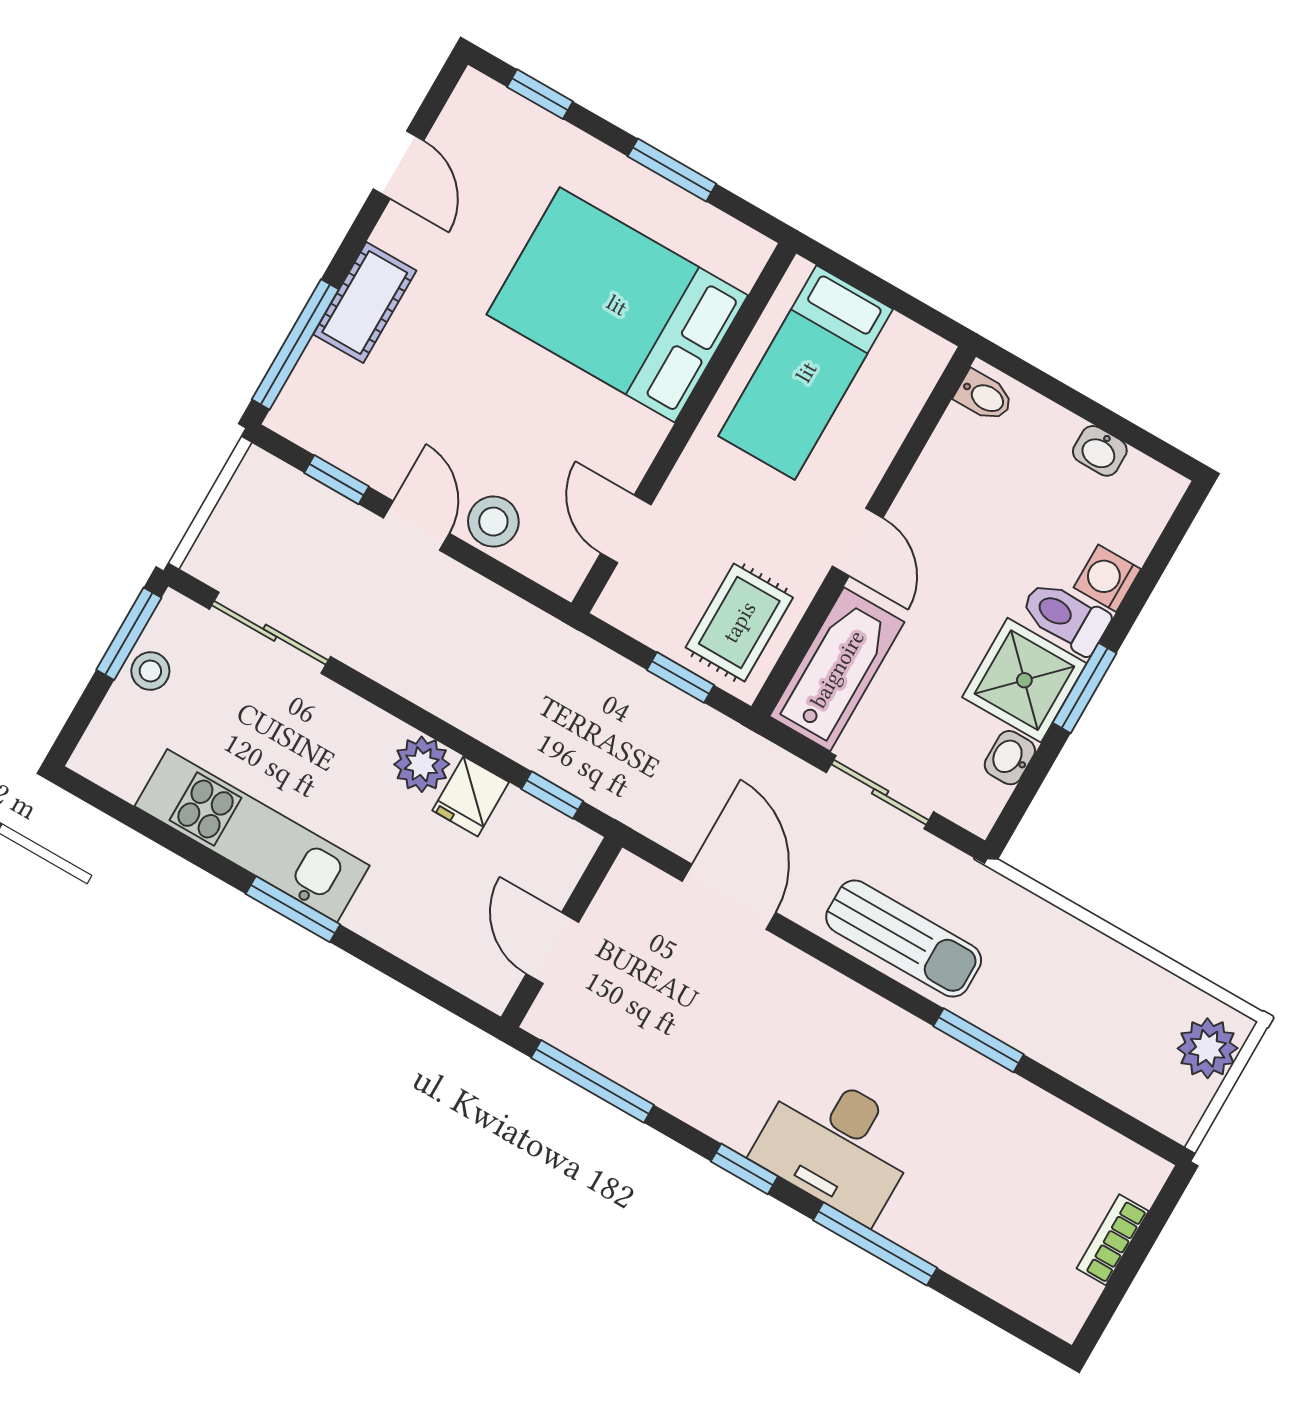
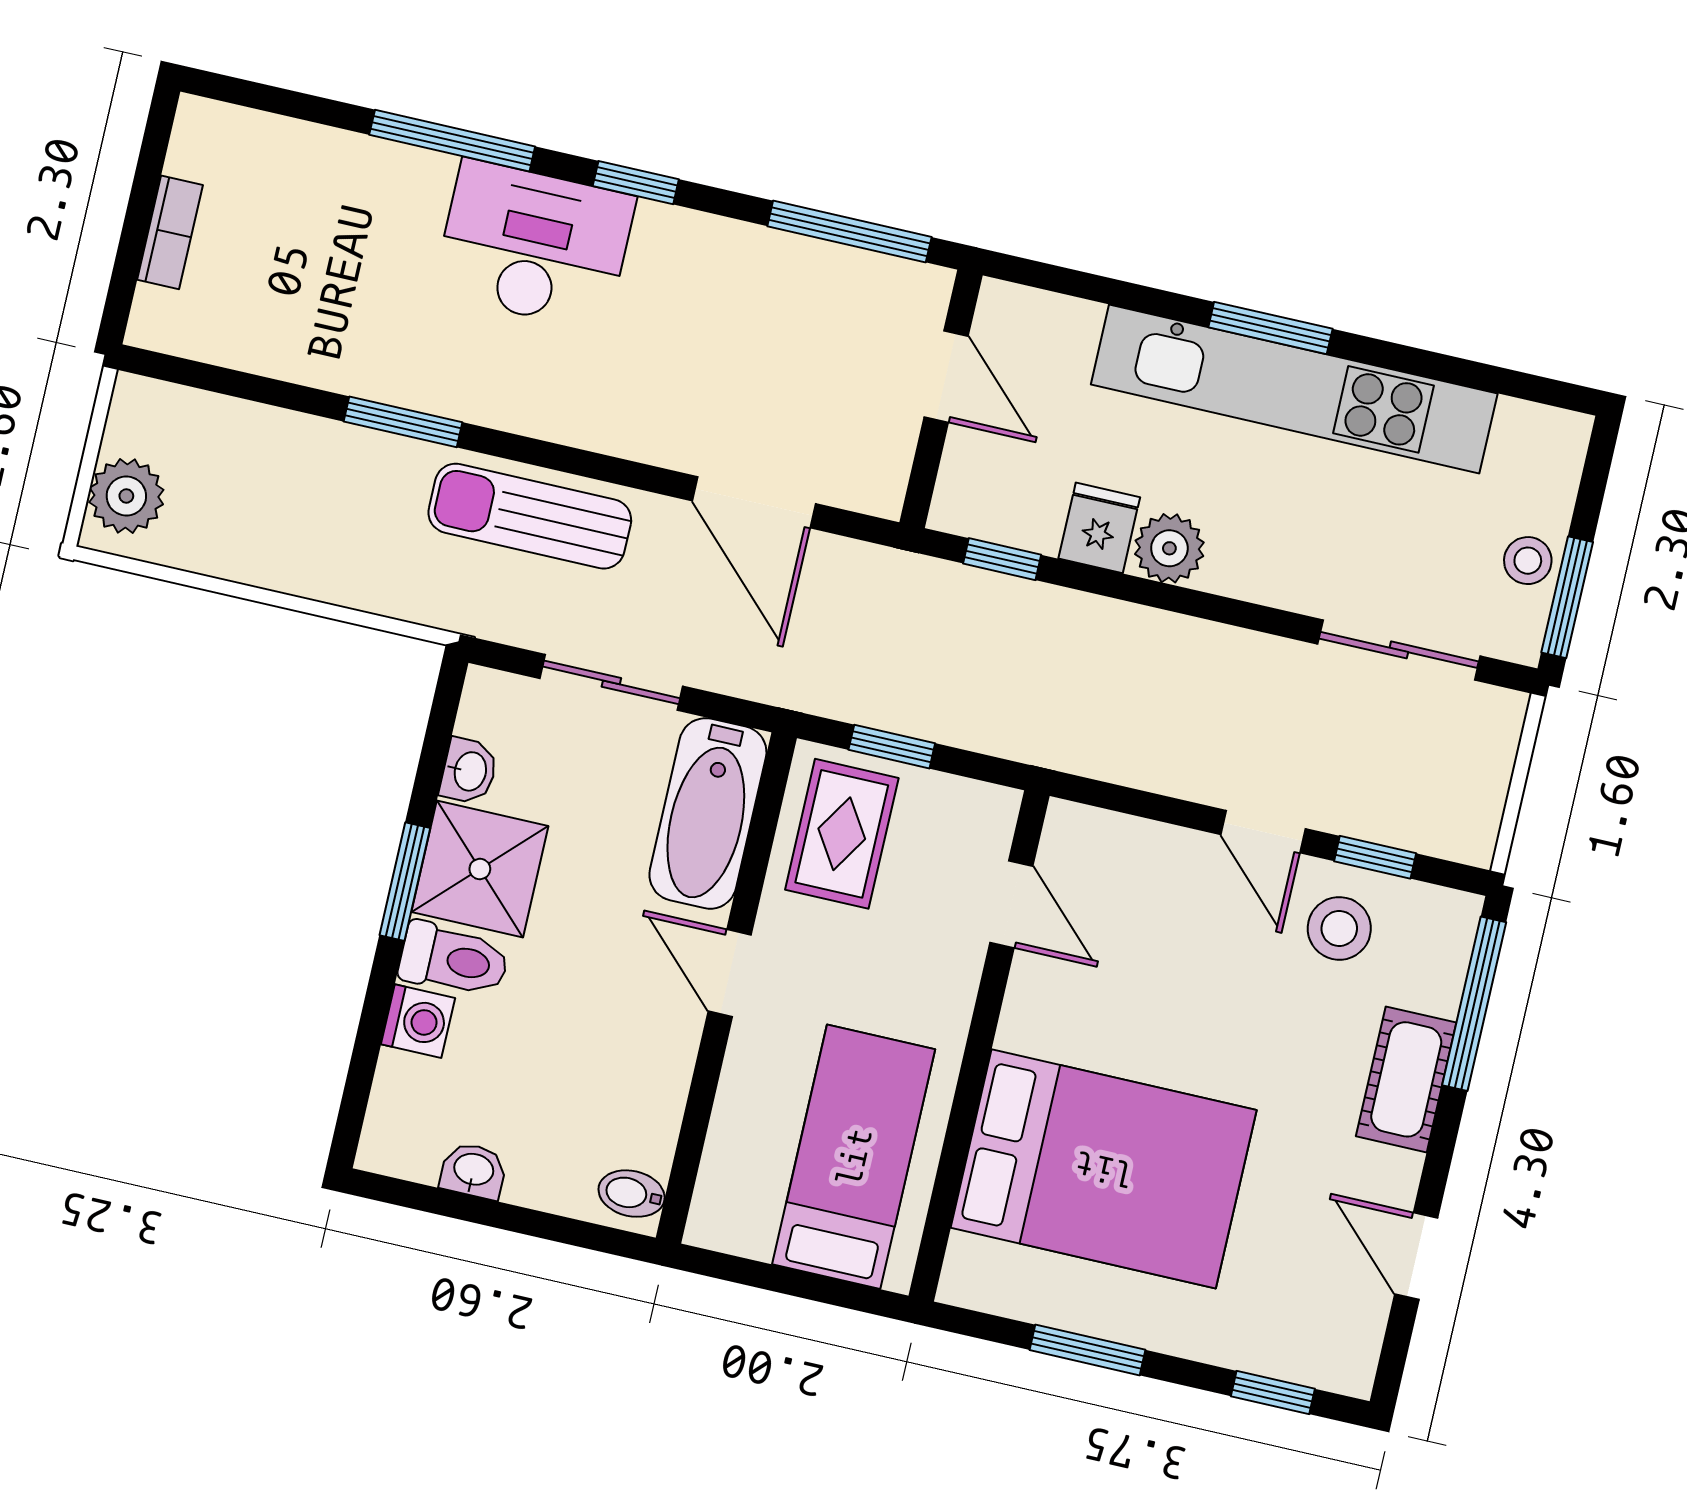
stool: (493, 522) -> (1339, 928), moved
kitchen unit: (252, 836) -> (1294, 389), width x1.36

